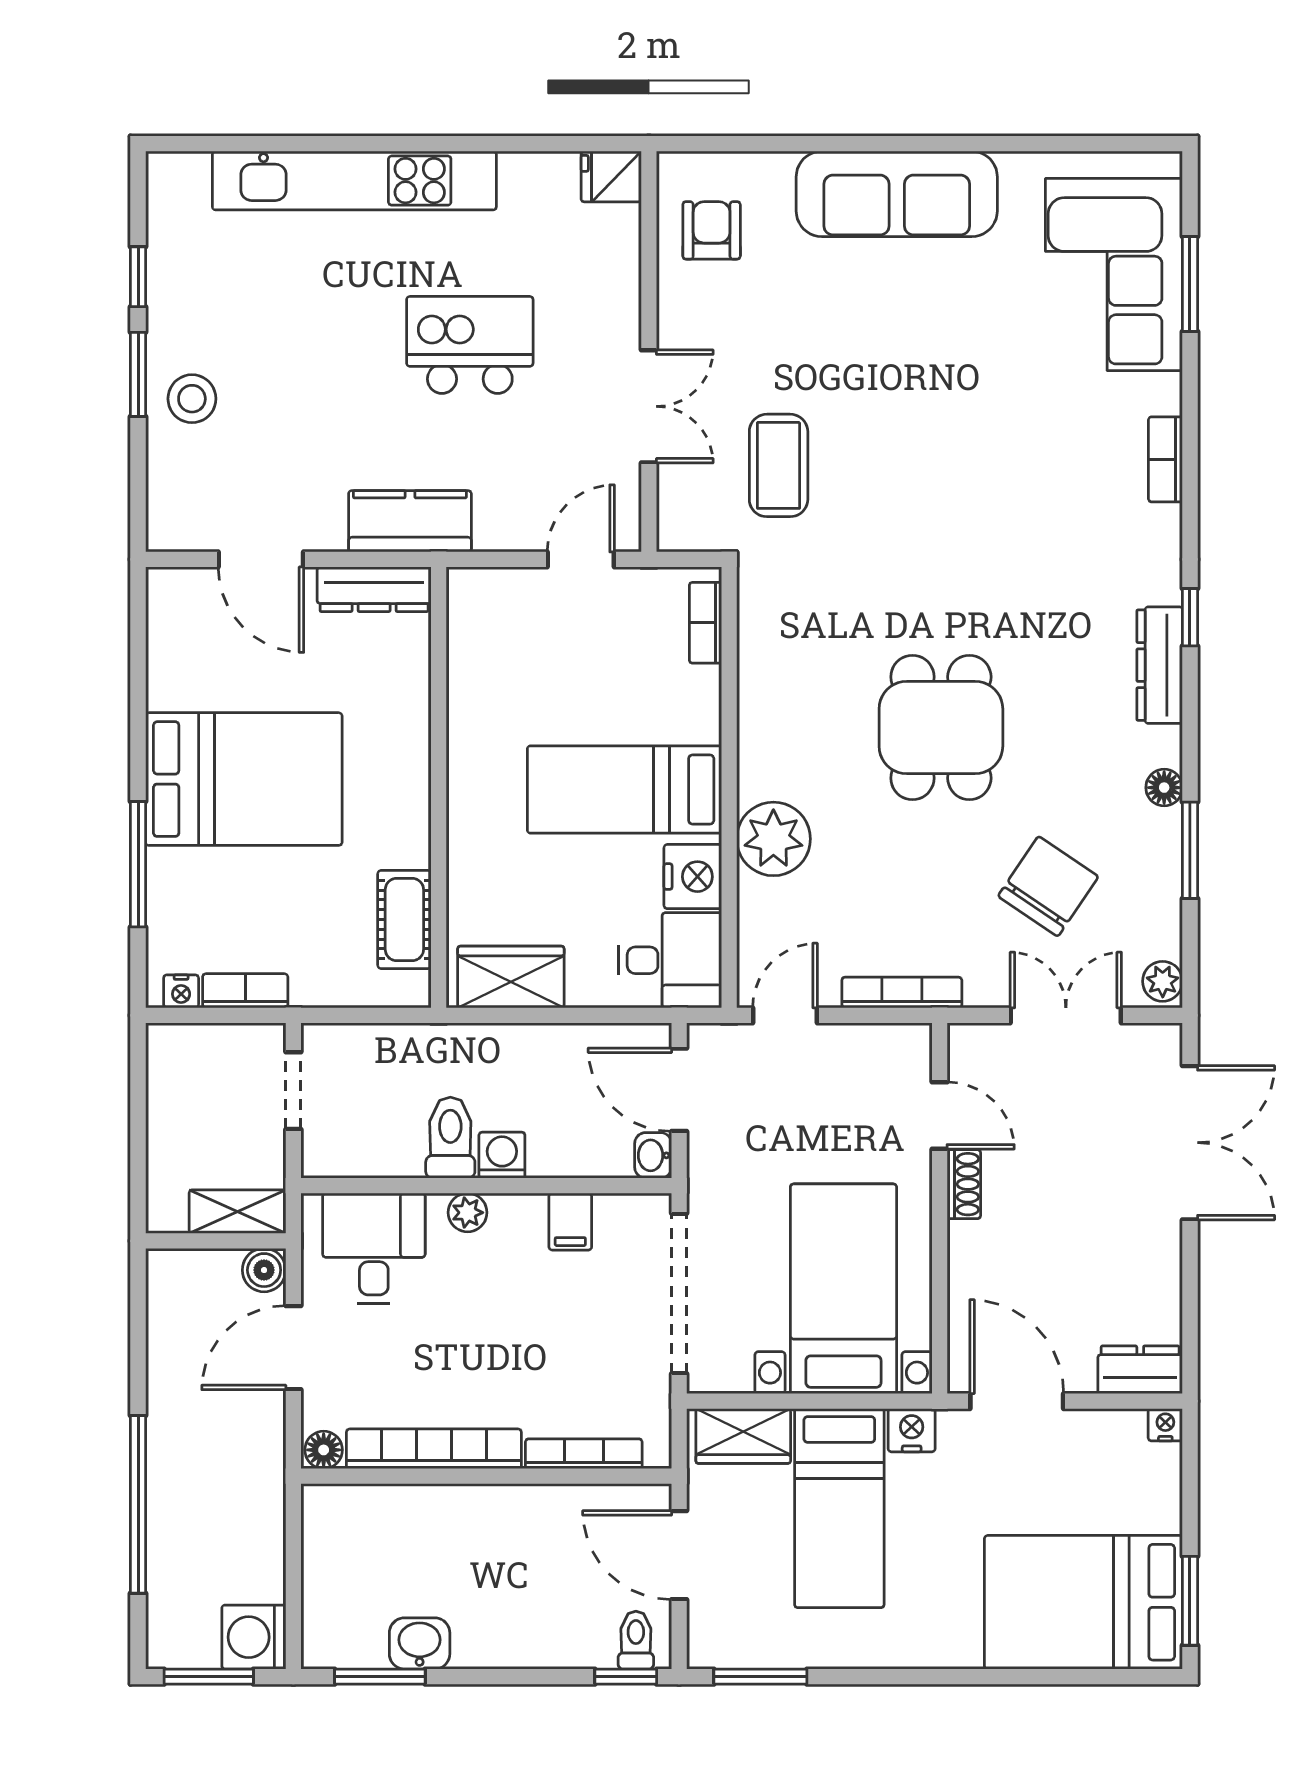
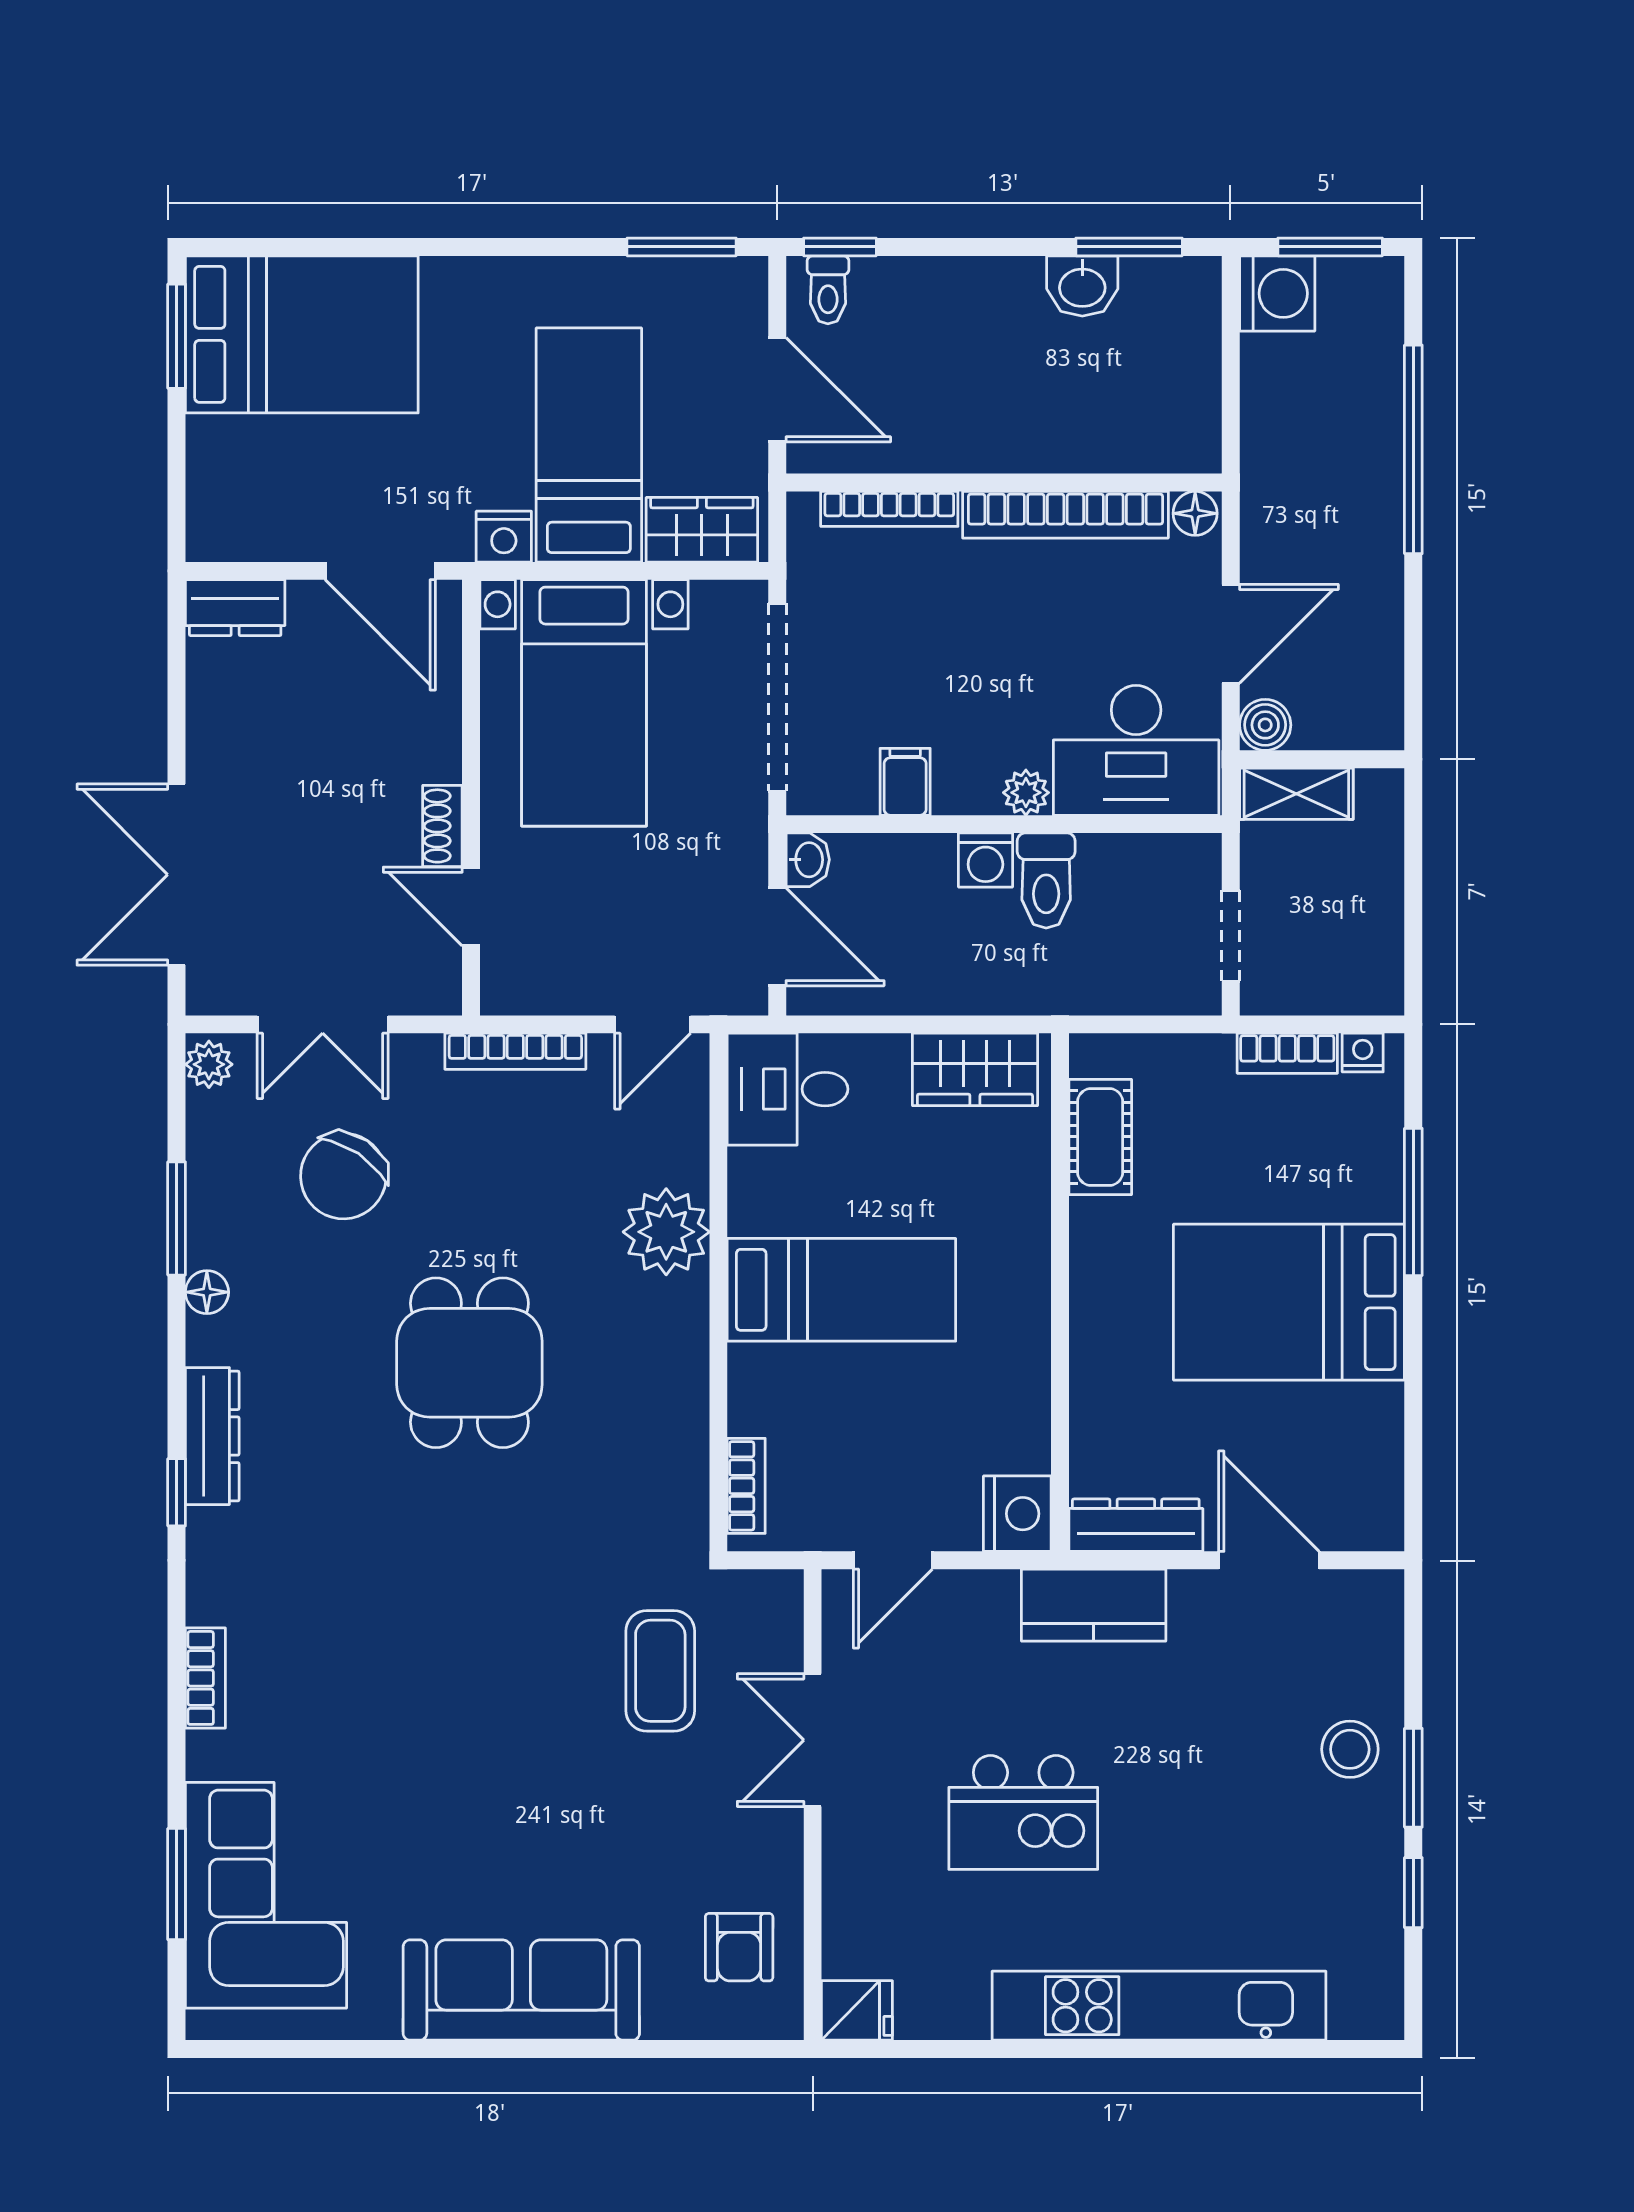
nightstand: (693, 877) -> (1017, 1514), moved, turned 180
desk: (374, 1248) -> (1136, 750), width x1.37
nightstand: (1165, 1425) -> (206, 543), removed

